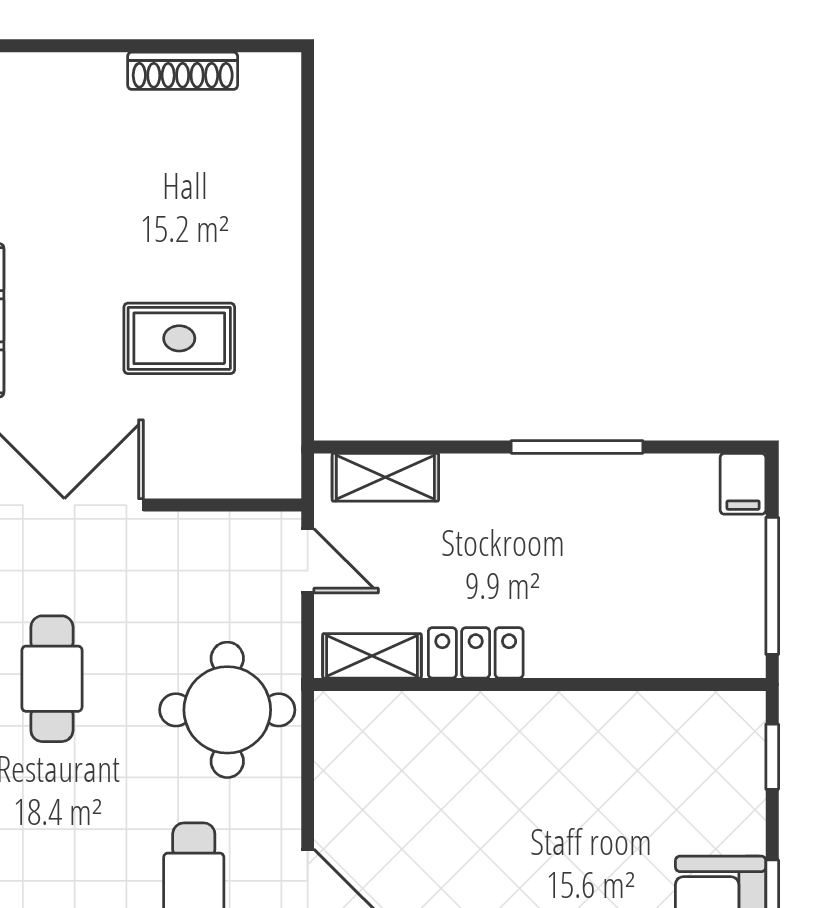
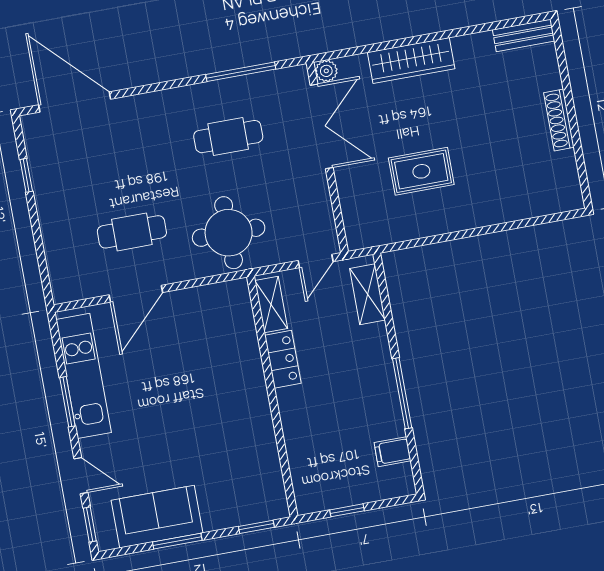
shoe rack: (183, 71) -> (559, 120), moved
rug: (179, 338) -> (421, 171), turned 90
filing cabinet: (743, 484) -> (392, 452), moved
window: (772, 586) -> (347, 510), width x0.46

